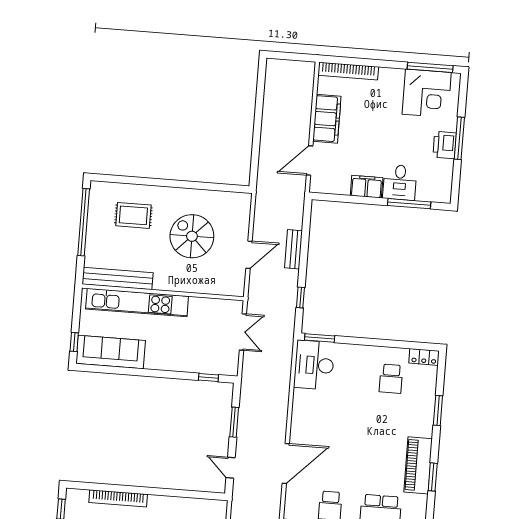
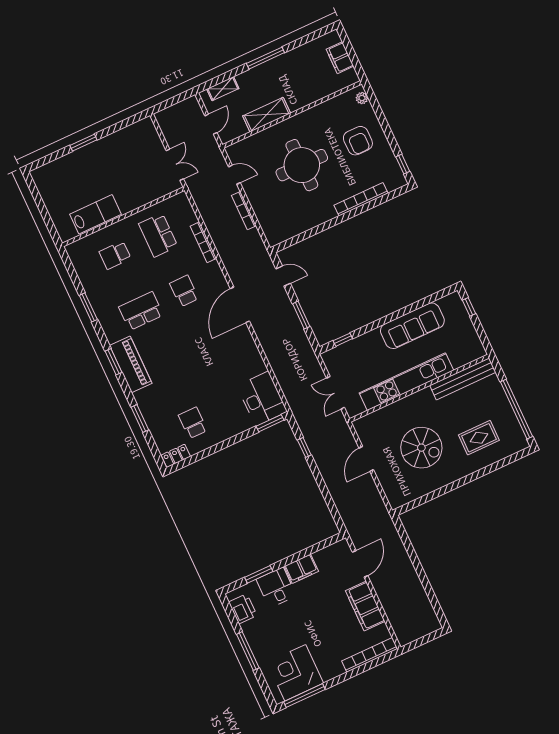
printer: (445, 145) -> (243, 609), moved
window: (409, 204) -> (259, 574), width x0.69
bench: (294, 249) -> (332, 484), removed
kitchen unit: (137, 303) -> (406, 382), moved
sofa: (111, 352) -> (412, 326), moved

